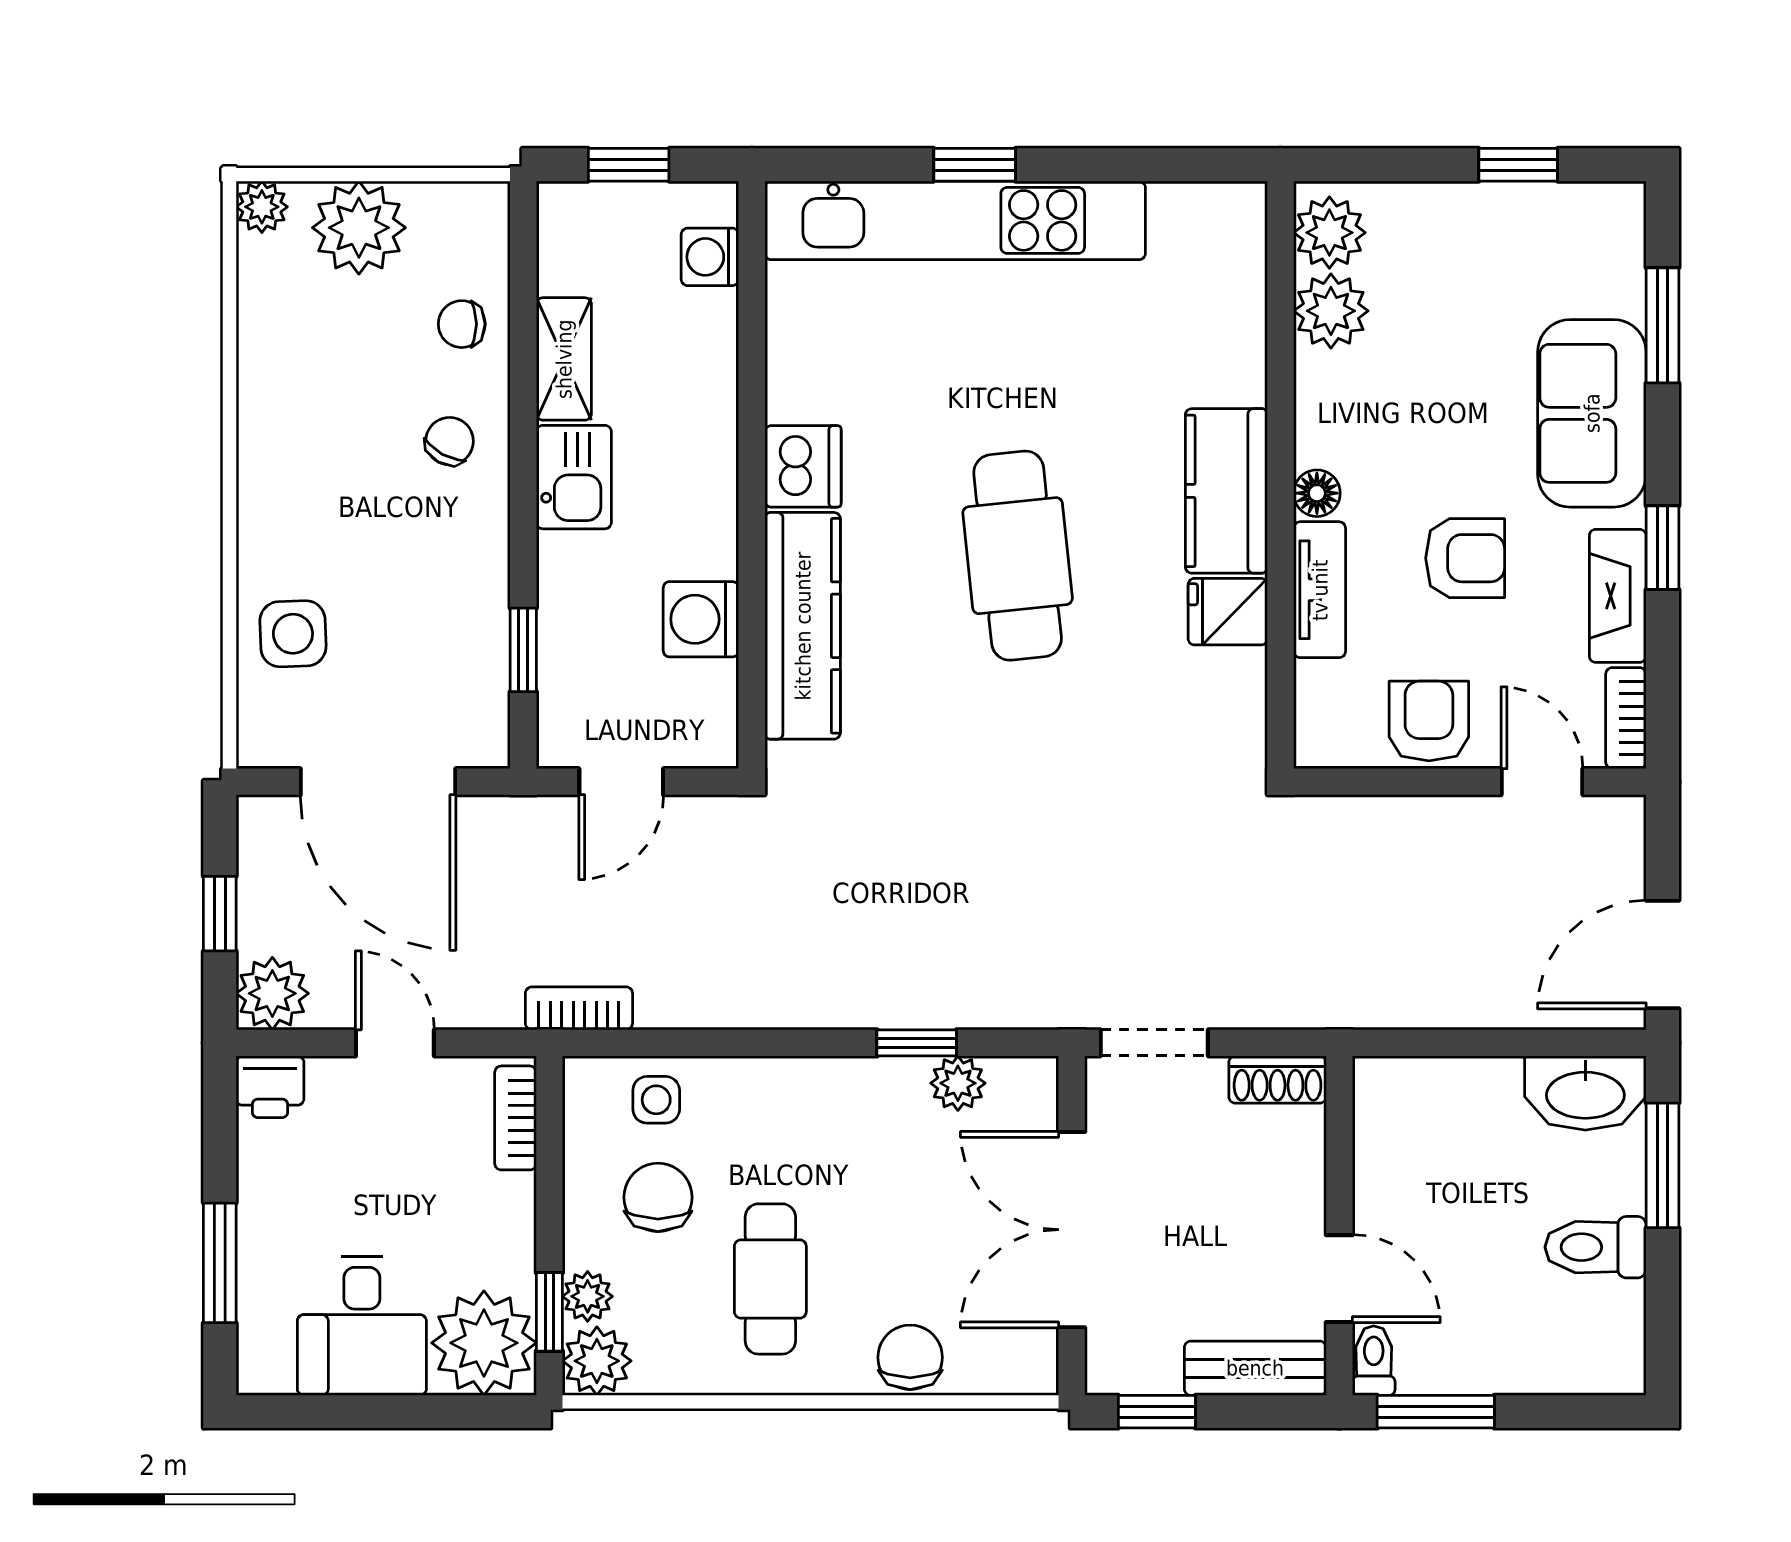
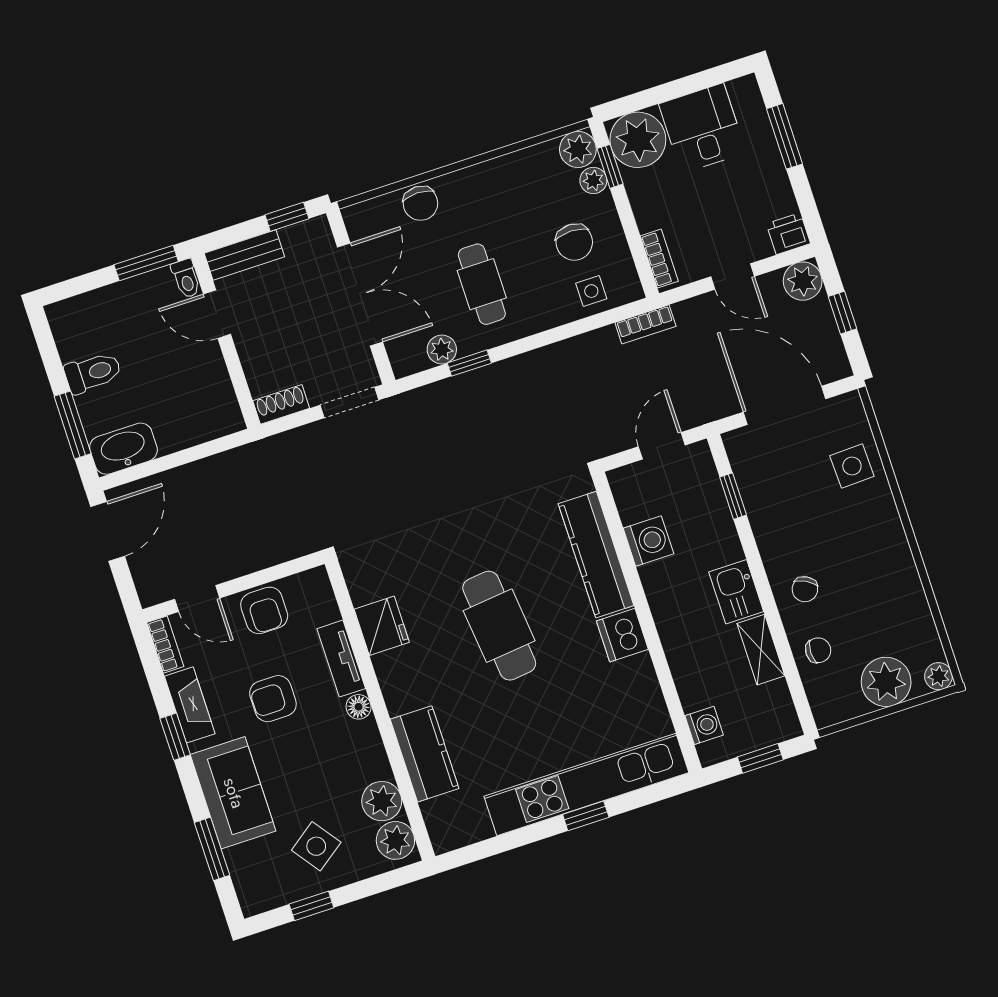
side table: (1475, 269) -> (316, 846), added
kitchen counter: (1226, 491) -> (425, 754), moved
fridge: (1228, 612) -> (382, 626), width x1.38
cafe table: (770, 1279) -> (482, 284), moved

